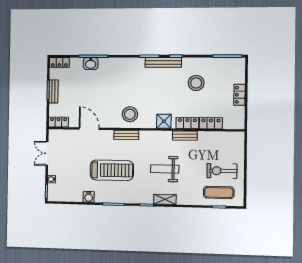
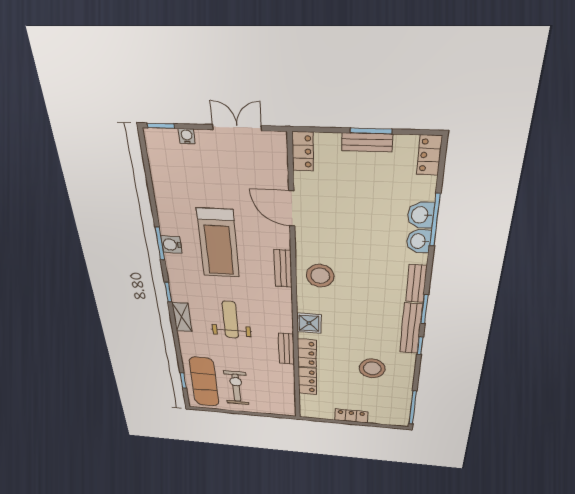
bench: (132, 62) -> (416, 284), added
washbasin: (106, 63) -> (419, 241), added
door: (89, 129) -> (292, 208), swing flipped
exercise mat: (219, 192) -> (204, 382), width x1.36, depth x1.45
water cooler: (89, 197) -> (171, 245), moved

